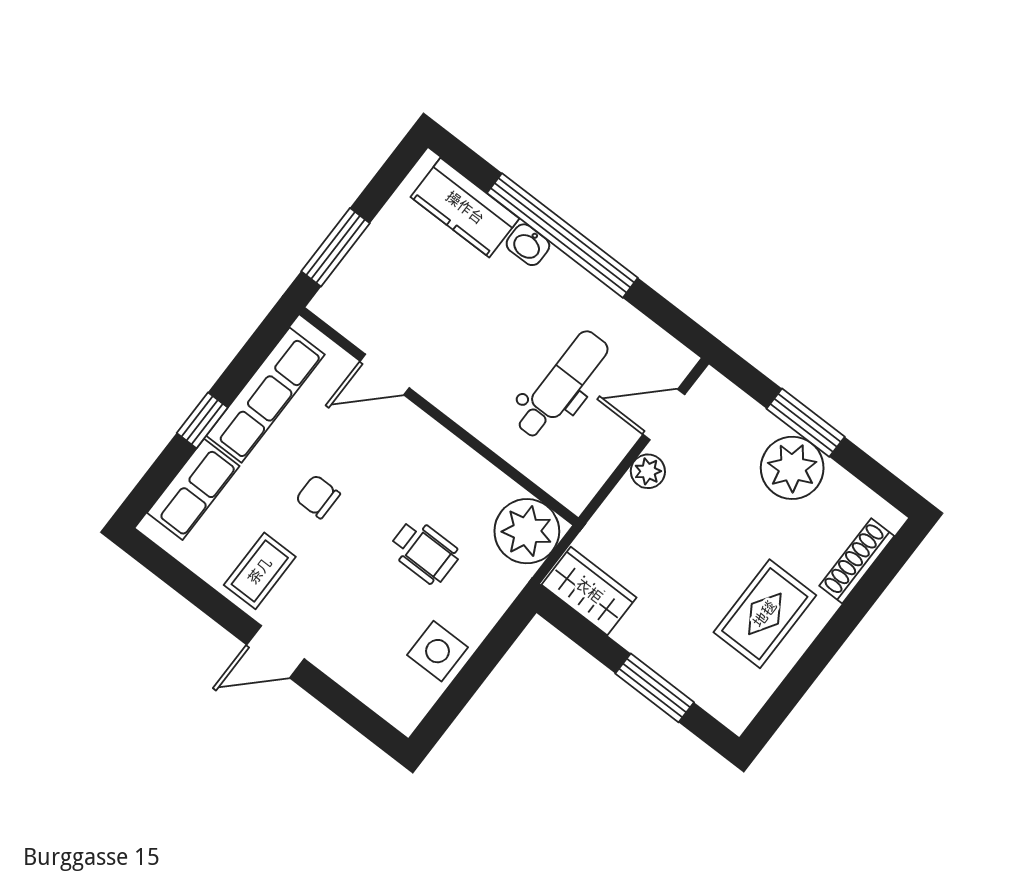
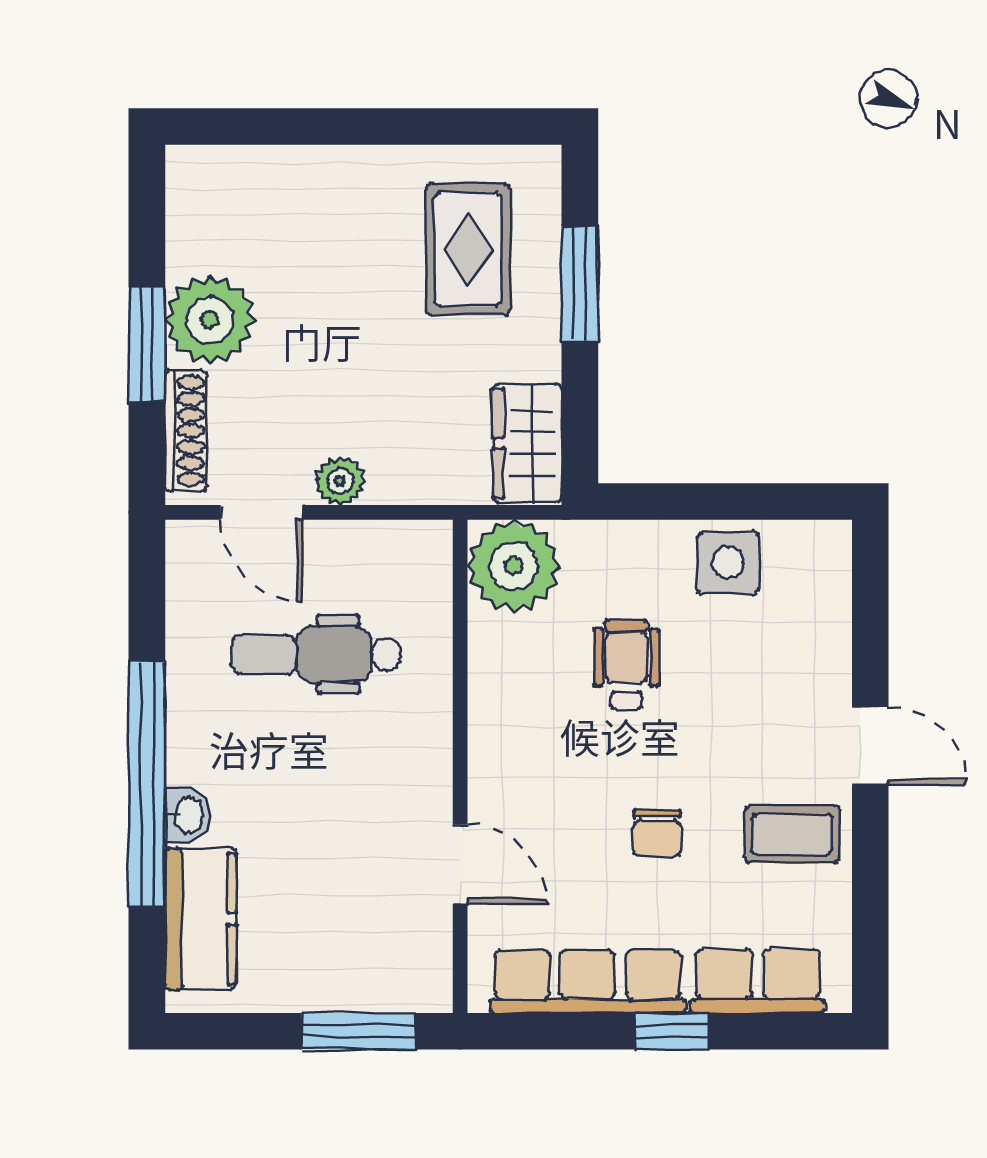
shoe rack: (857, 561) -> (186, 431), moved, turned -90
rug: (765, 614) -> (468, 249), moved, turned 90

